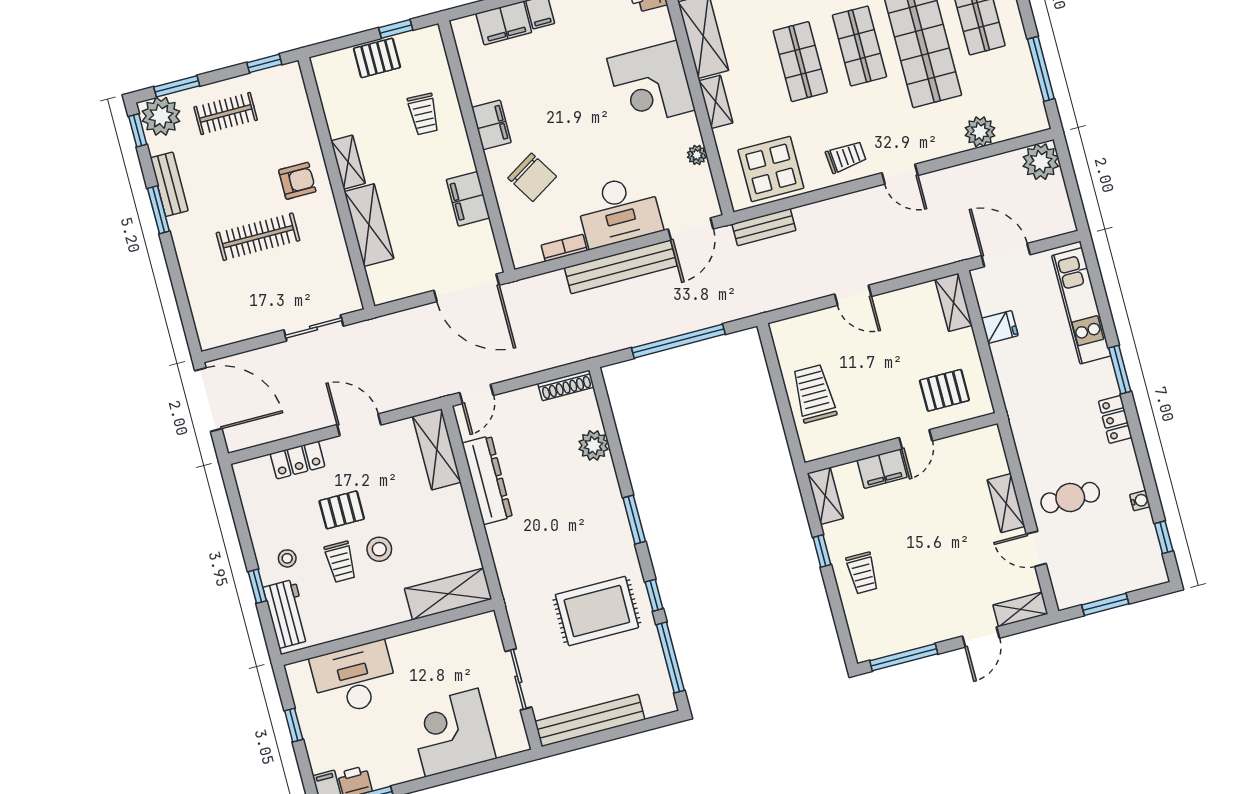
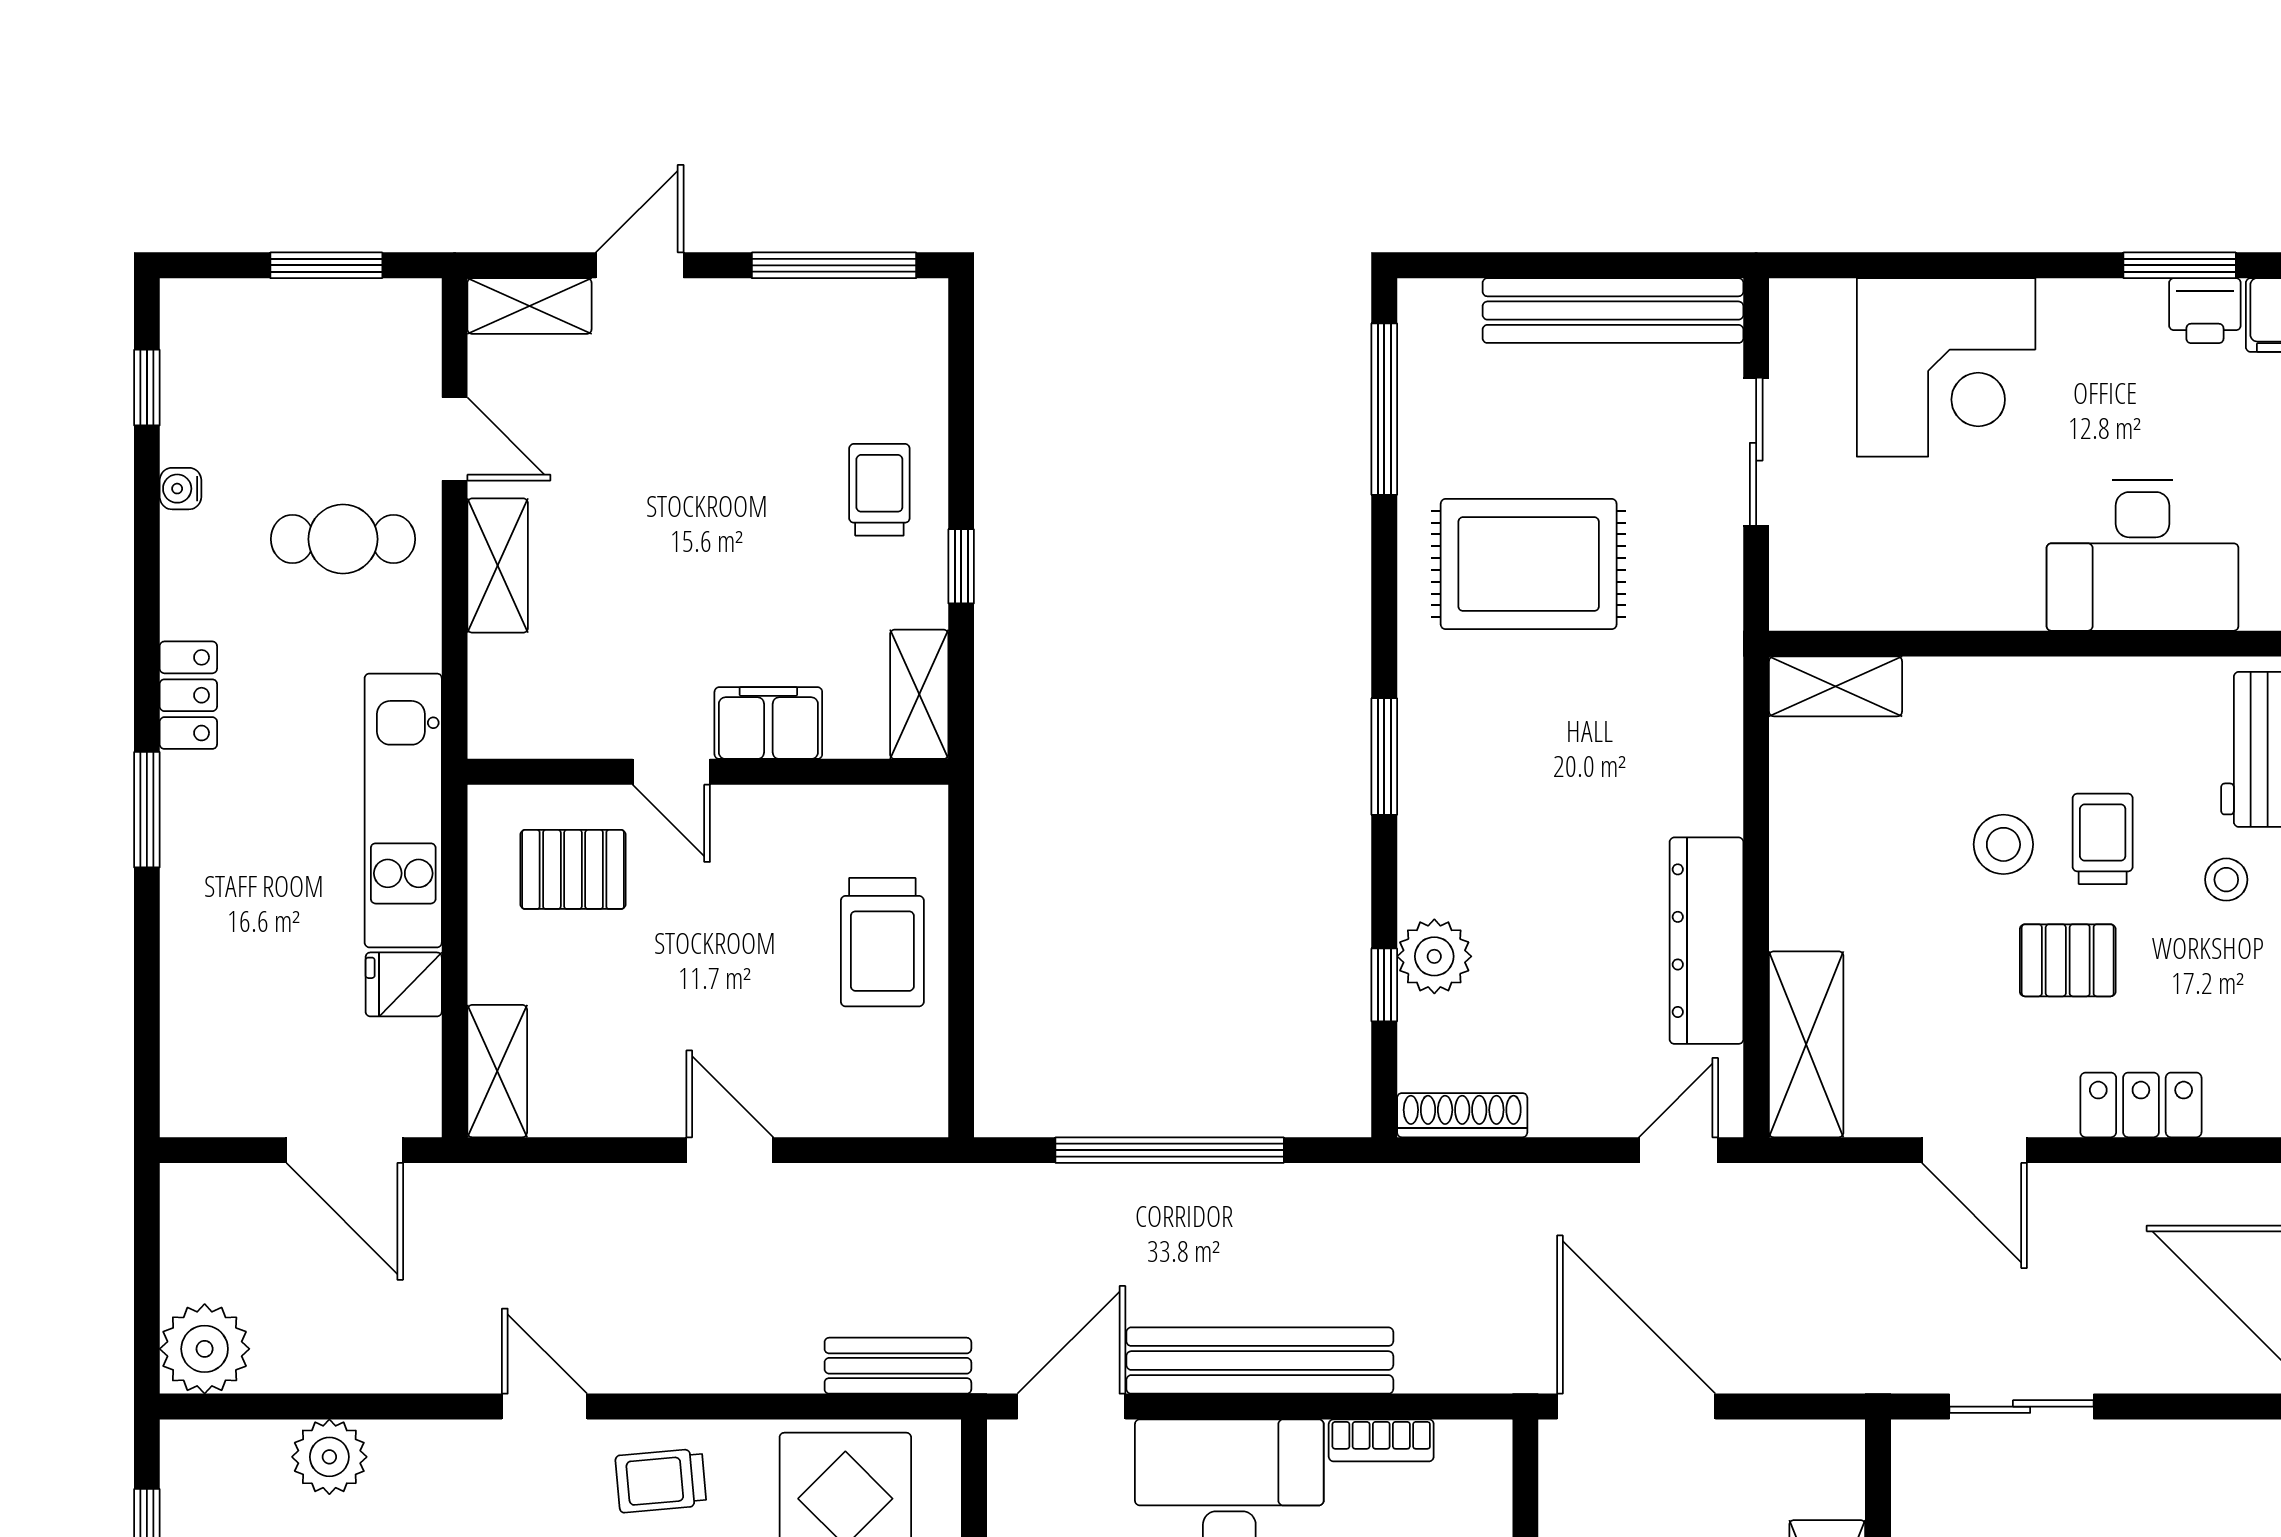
kitchen unit: (1081, 306) -> (403, 810), moved, turned 180
door: (916, 439) -> (671, 772), swing flipped
shelving: (448, 594) -> (1836, 686), width x0.67, depth x0.75
window: (654, 595) -> (1384, 985), moved

